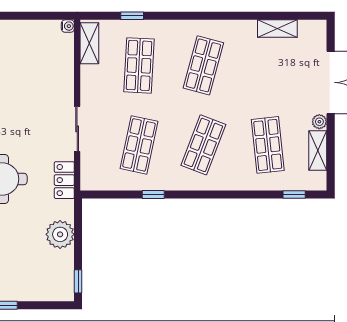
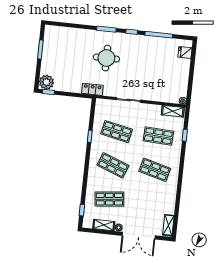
shelving: (277, 29) -> (168, 225), moved
locker: (64, 180) -> (92, 89), moved
plant: (60, 234) -> (46, 82), moved

